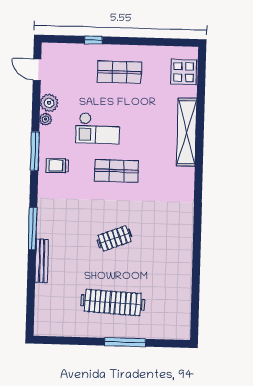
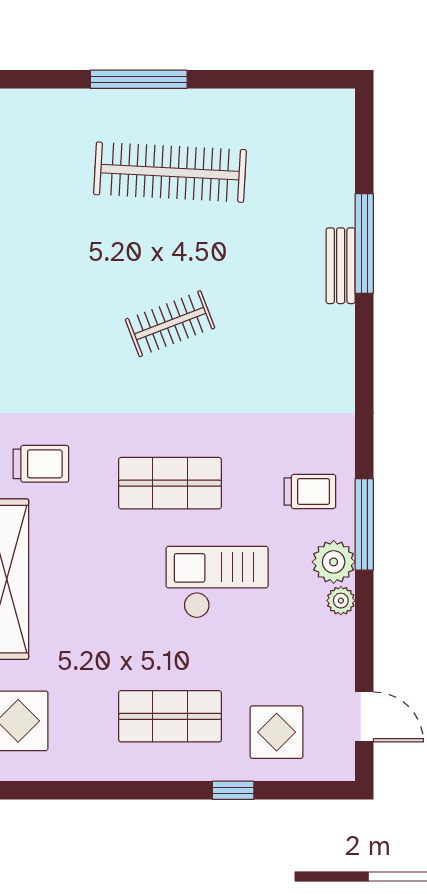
display table: (74, 64) -> (277, 732), added
plant: (49, 103) -> (334, 562), moved
trolley: (171, 181) -> (41, 464), added
window: (33, 228) -> (364, 243), moved
bench: (42, 261) -> (341, 266), width x0.73

